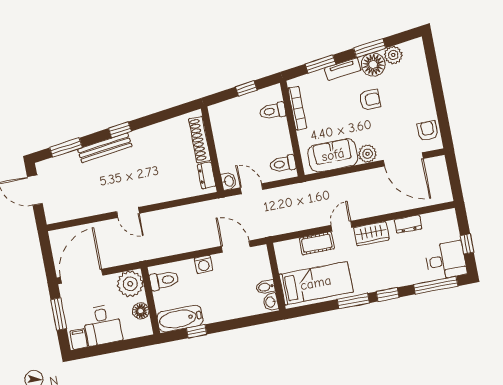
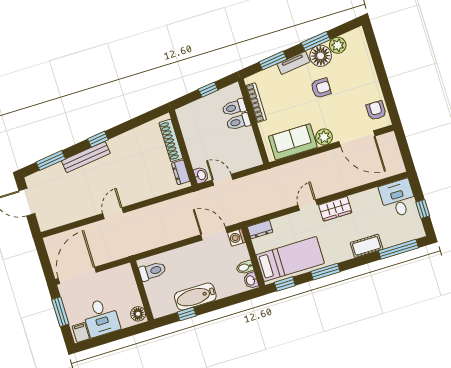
toilet: (283, 164) -> (238, 122), moved
door: (128, 212) -> (113, 213), swing flipped
dresser: (408, 224) -> (260, 229), moved
cot: (317, 243) -> (366, 246), moved
desk: (446, 260) -> (398, 198), moved, turned -90
washing machine: (204, 264) -> (237, 237), moved, turned 90
plant: (130, 284) -> (122, 278), removed
window: (388, 294) -> (285, 284), moved
floor lamp: (141, 311) -> (138, 314), moved
bathtub: (180, 319) -> (195, 297), moved

